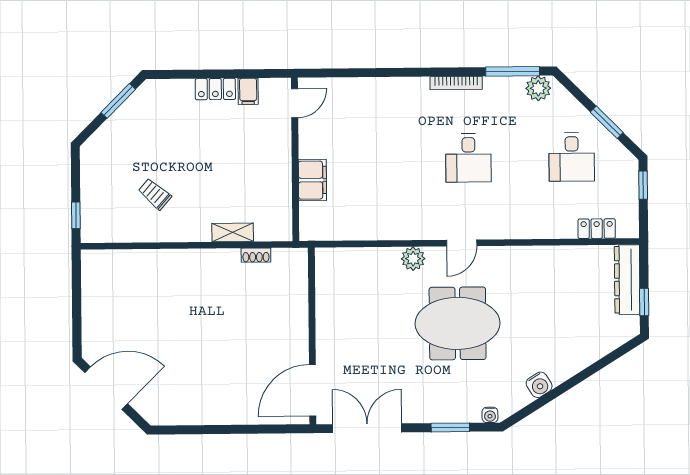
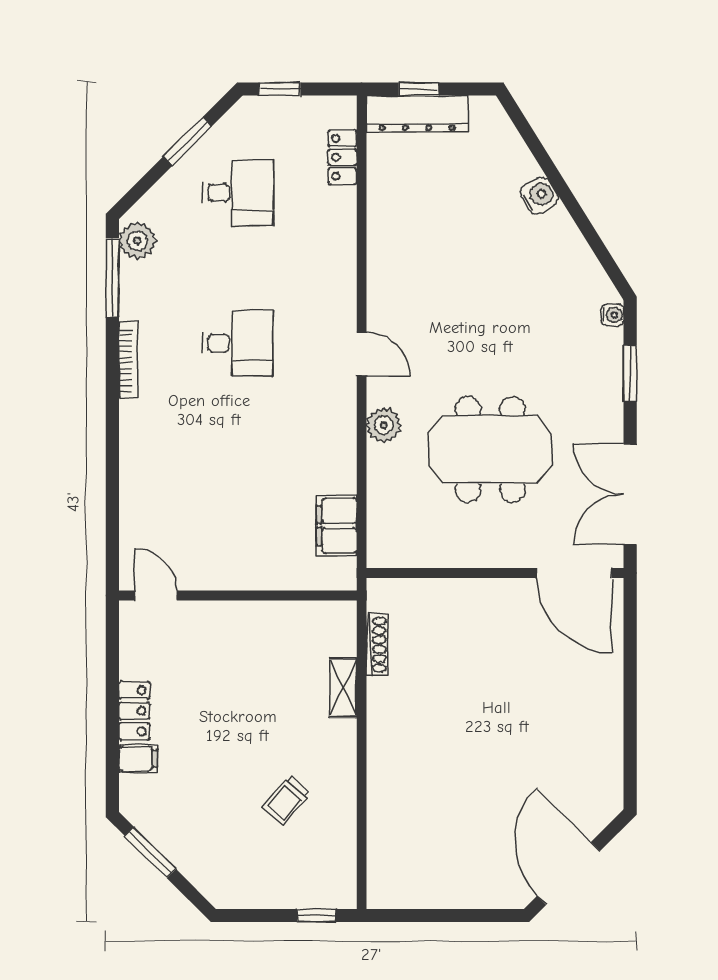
filing cabinet: (248, 91) -> (138, 759), moved
filing cabinet: (312, 180) -> (337, 526), moved, turned -90
shoe rack: (256, 255) -> (377, 645), width x1.43
window: (644, 302) -> (419, 89), moved
meeting table: (458, 323) -> (490, 449), moved, turned 90
water cooler: (539, 385) -> (539, 195), moved

